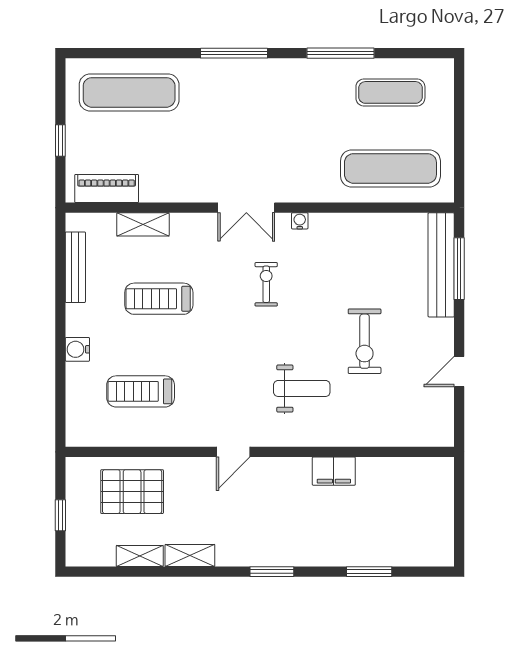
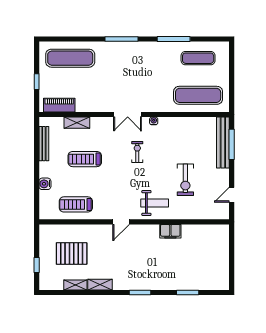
door: (233, 452) -> (121, 222), moved
wall: (260, 452) -> (134, 222), moved
filing cabinet: (334, 471) -> (170, 231), moved

